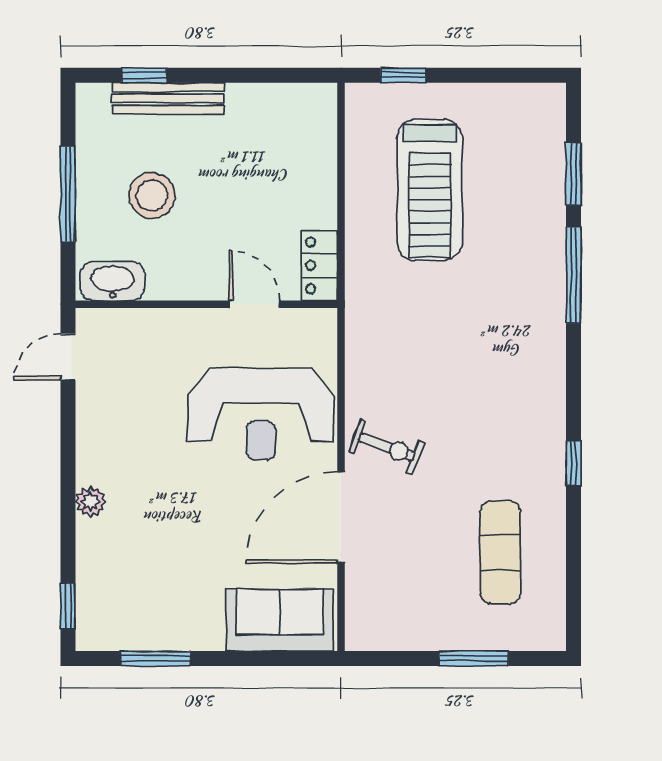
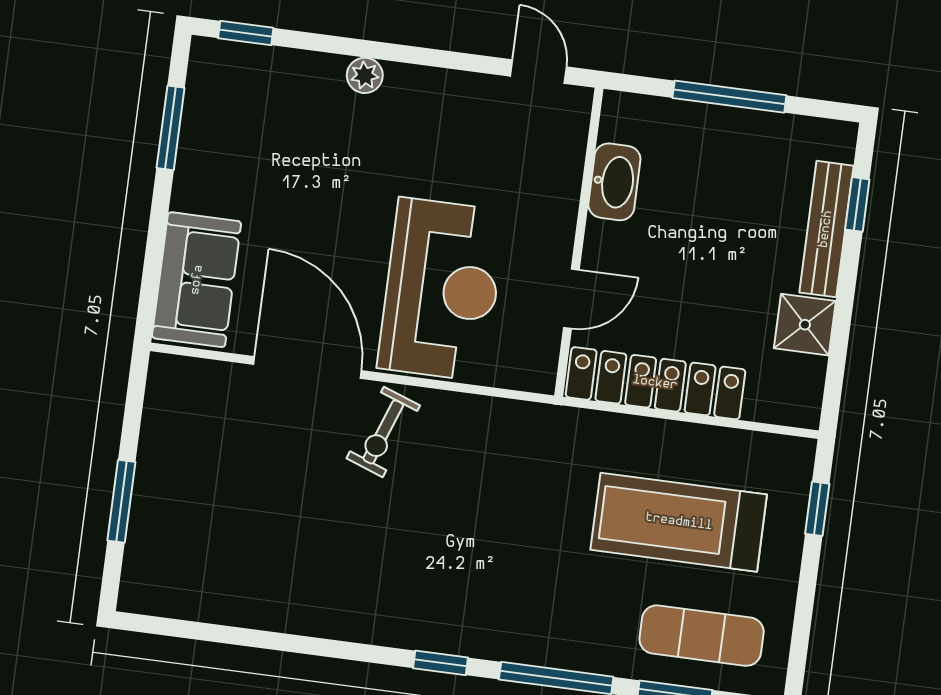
shower: (250, 106) -> (805, 325), added
stool: (152, 195) -> (715, 195), removed
locker: (320, 265) -> (655, 383), width x2.16, depth x1.21
washbasin: (113, 281) -> (614, 182), moved
reception desk: (261, 414) -> (442, 289), turned 180
window: (574, 463) -> (441, 663), moved
exercise mat: (500, 552) -> (702, 636), moved

